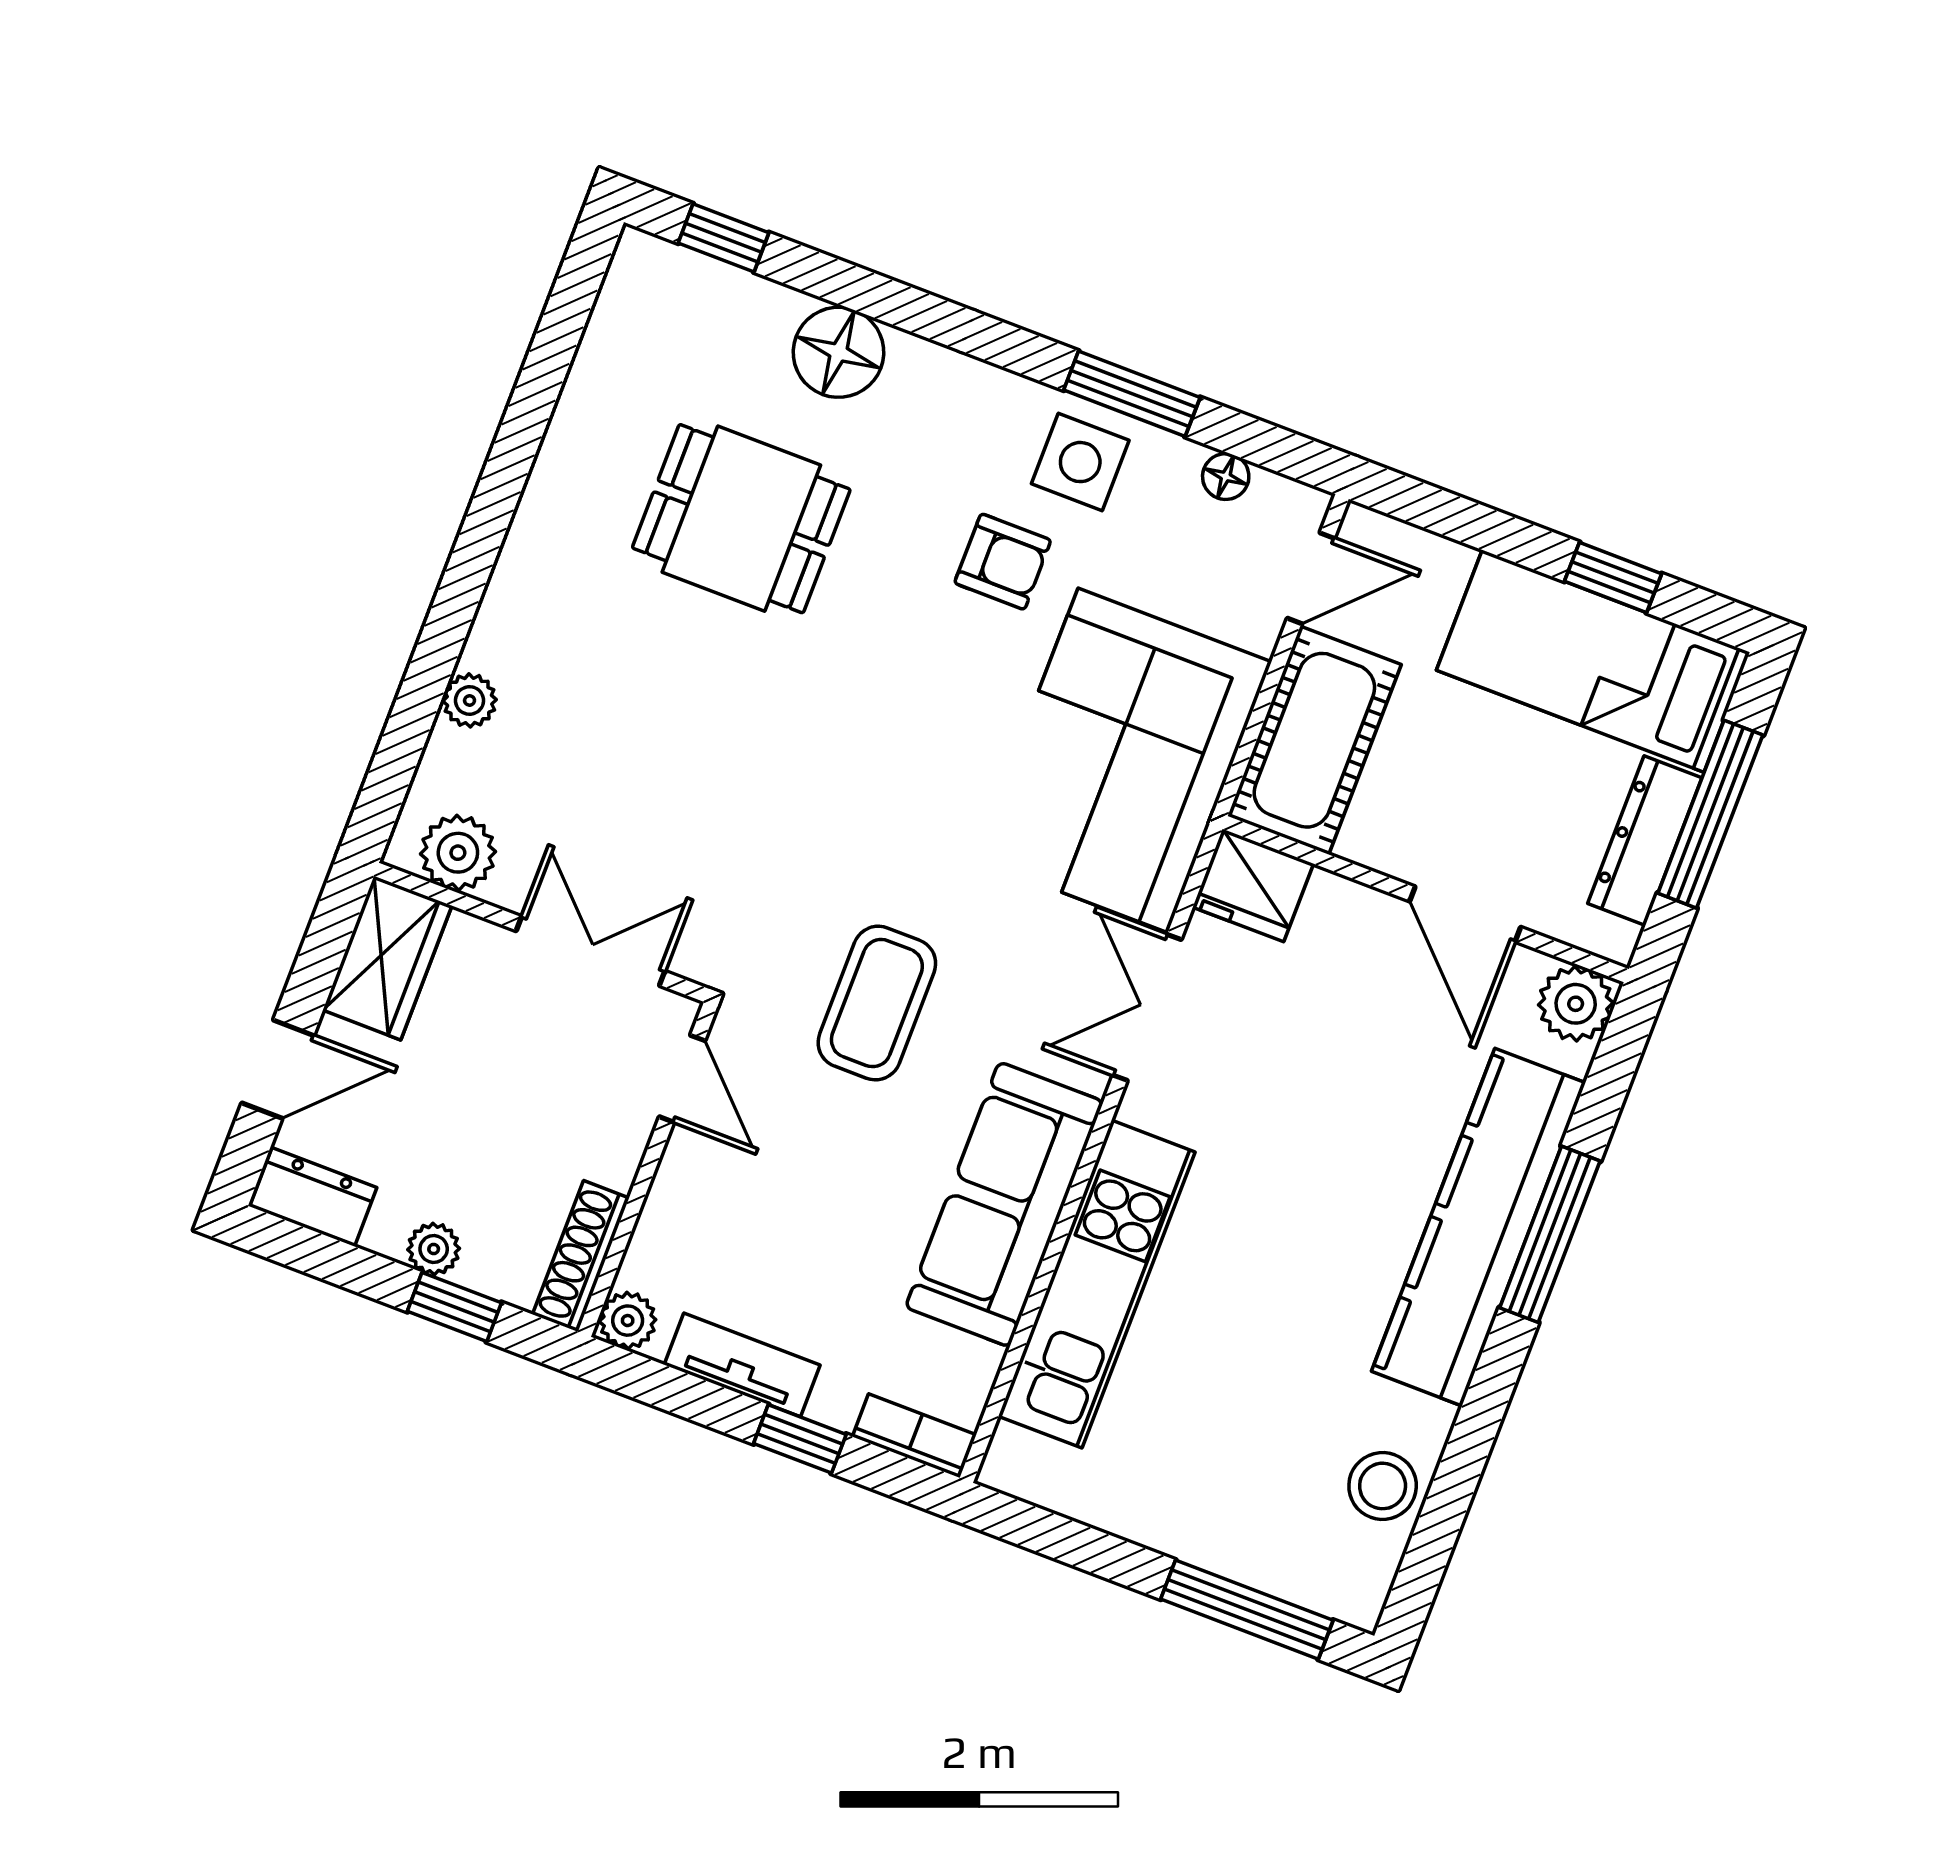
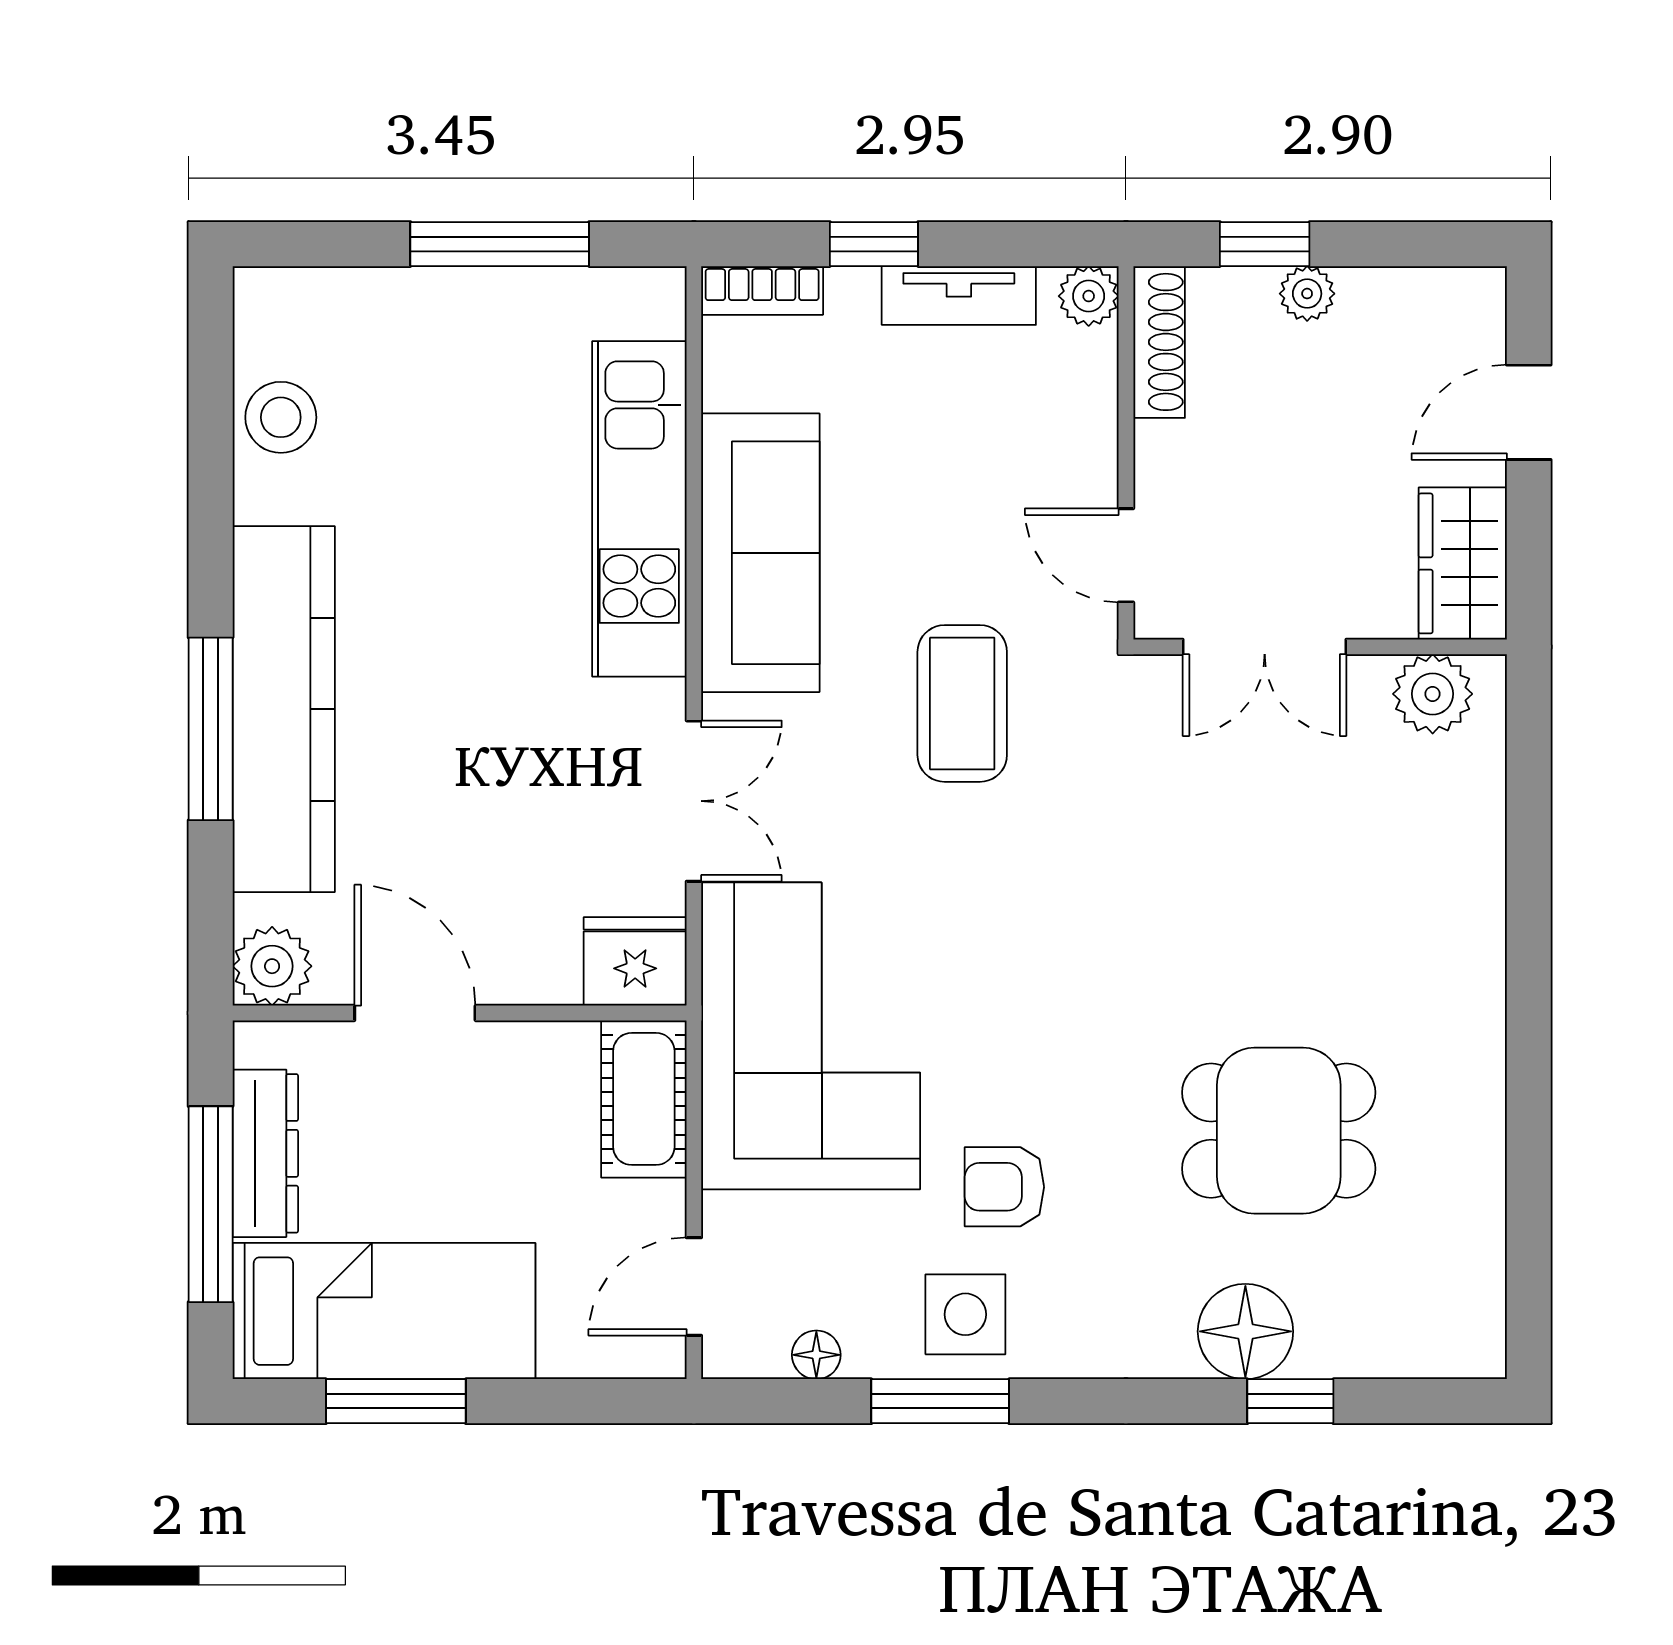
window: (724, 238) -> (1290, 1401), moved
window: (1613, 577) -> (396, 1401), width x1.50
plant: (470, 700) -> (1478, 849), removed
cot: (1314, 740) -> (644, 1099), width x0.73, depth x0.75
dresser: (313, 1197) -> (1446, 299), removed
window: (1247, 1610) -> (500, 244), moved

